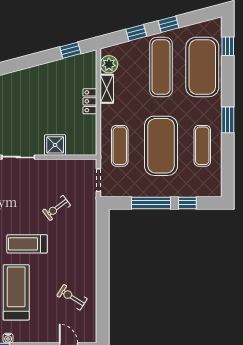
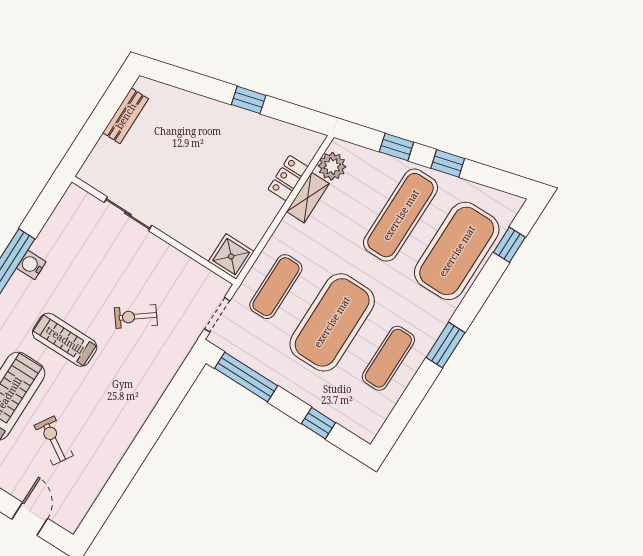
window: (70, 50) -> (249, 100), moved
locker: (90, 101) -> (288, 178), moved
shower: (55, 145) -> (231, 256), moved
window: (151, 203) -> (246, 377), moved
exercise bike: (72, 297) -> (54, 441), moved

